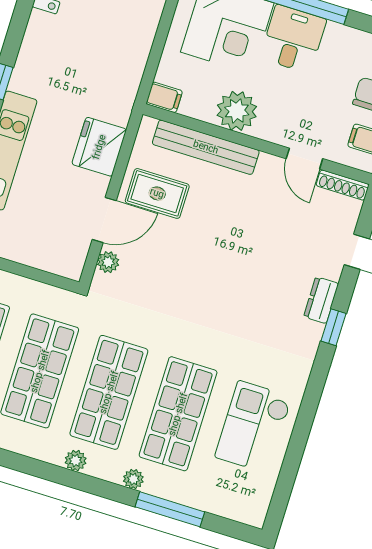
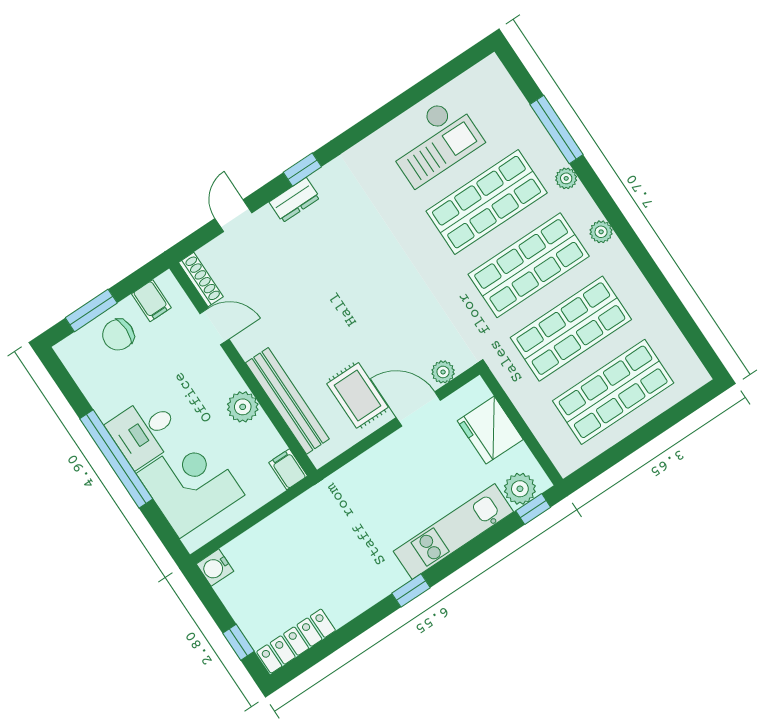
plant: (237, 111) -> (243, 407), width x0.73, depth x0.73
fridge: (99, 147) -> (490, 430), moved, turned 90
door: (304, 159) -> (214, 326), hinge flipped

